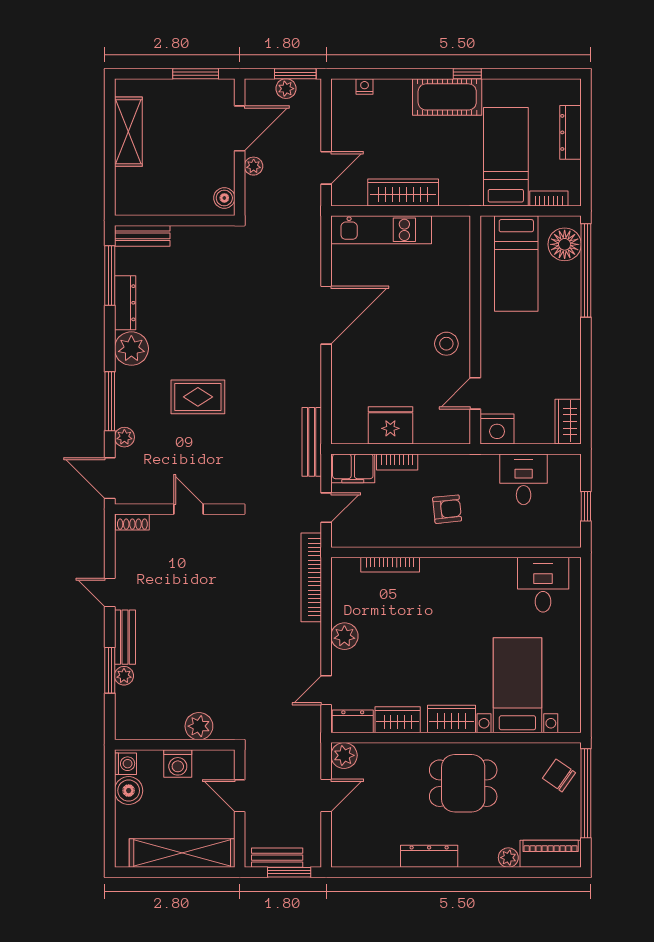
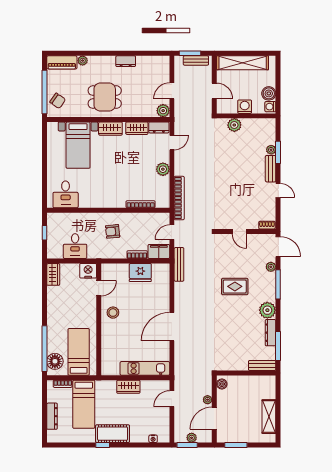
wardrobe: (403, 192) -> (128, 387), width x0.67
dresser: (429, 856) -> (126, 61), width x0.70

